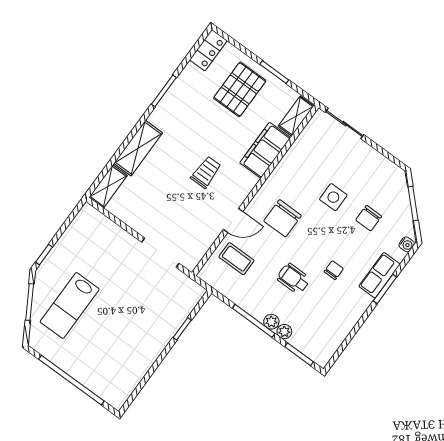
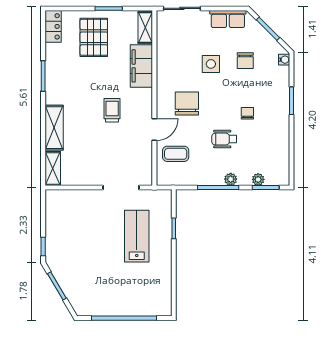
chair: (283, 218) -> (187, 103), turned 180
row of seats: (379, 275) -> (228, 19), moved, turned -90
lab bench: (70, 306) -> (137, 236), moved, turned 180
plant: (284, 332) -> (258, 179), moved

